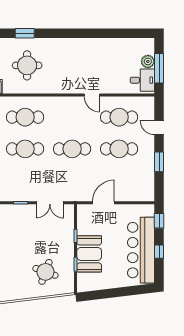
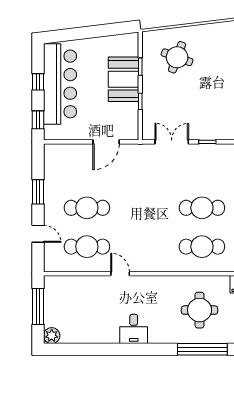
window: (25, 33) -> (202, 349), width x2.11
plant: (148, 61) -> (52, 336), moved
desk: (142, 80) -> (134, 329), moved, turned -90
cafe table: (72, 149) -> (144, 208), removed

